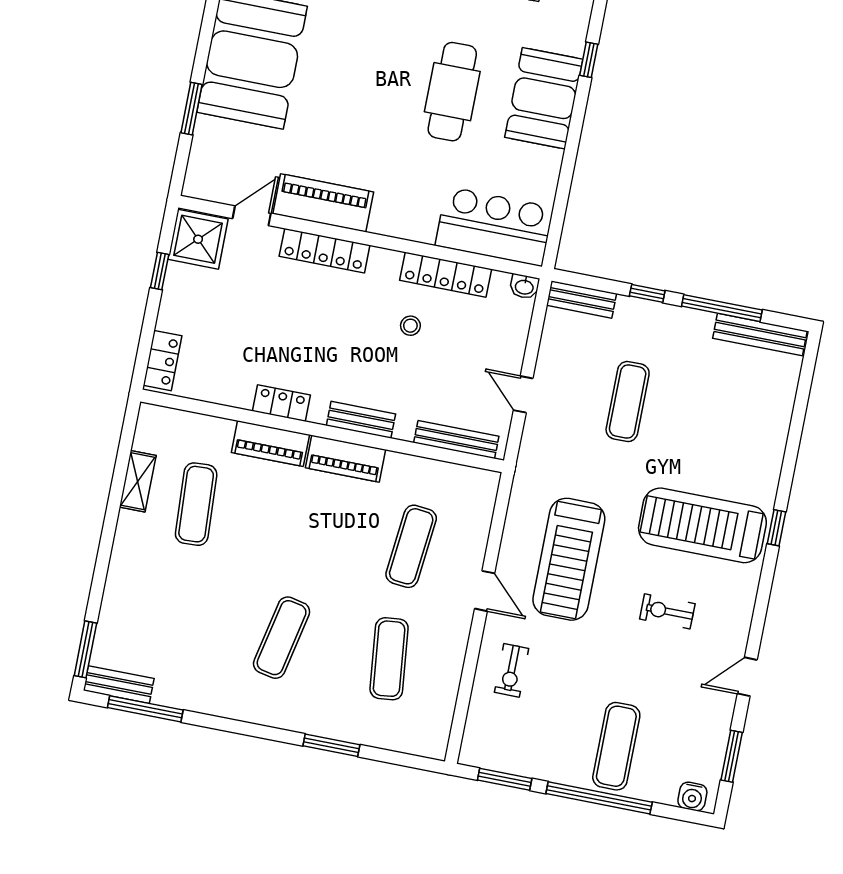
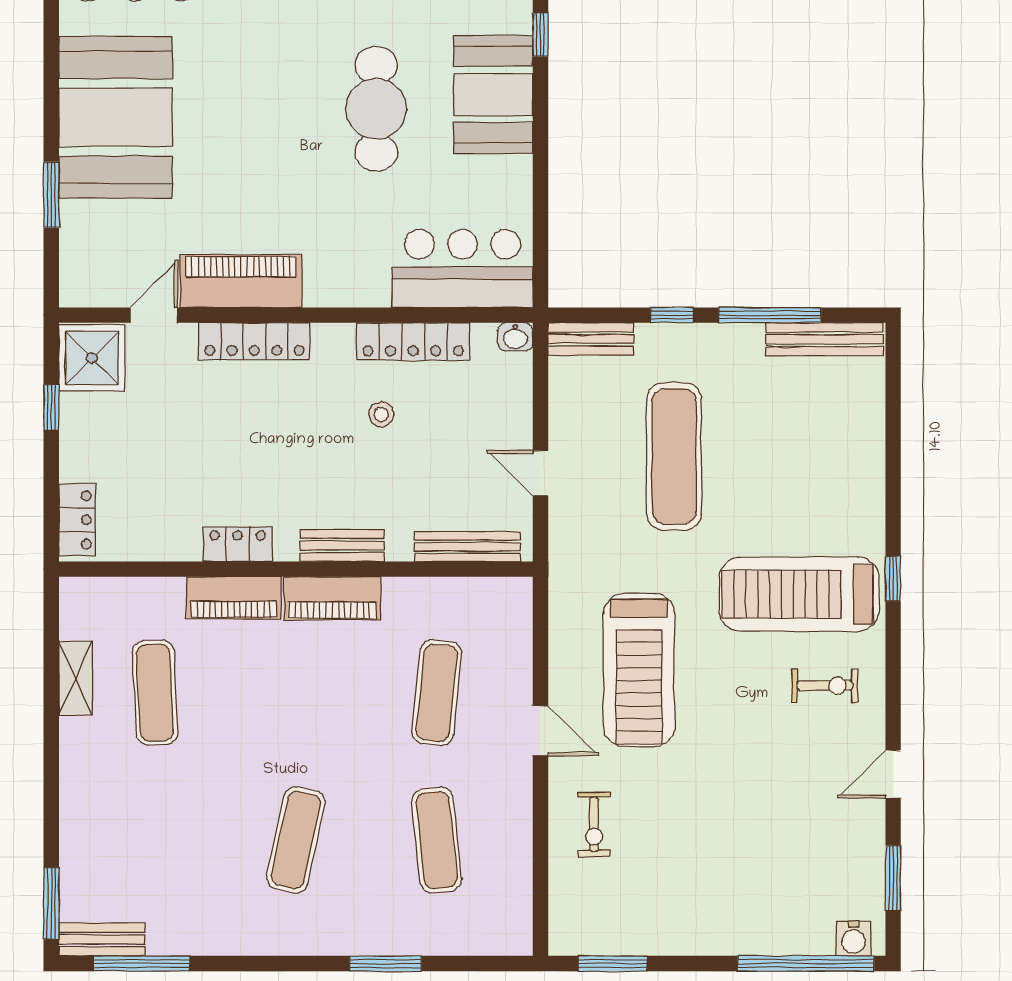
exercise mat: (628, 402) -> (674, 456), width x1.36, depth x1.45
exercise bike: (667, 611) -> (825, 686), moved, turned 180
exercise mat: (616, 746) -> (745, 894), removed
window: (599, 798) -> (806, 963), moved

